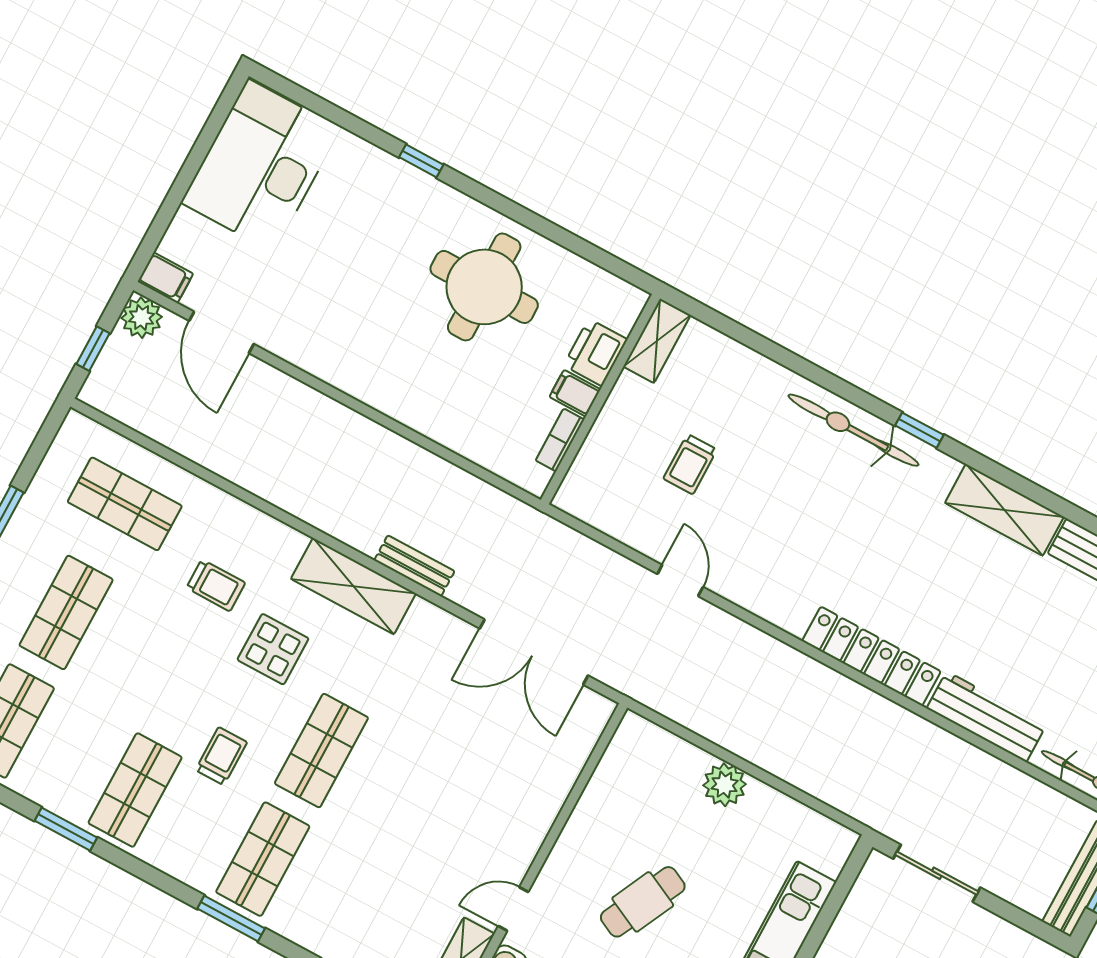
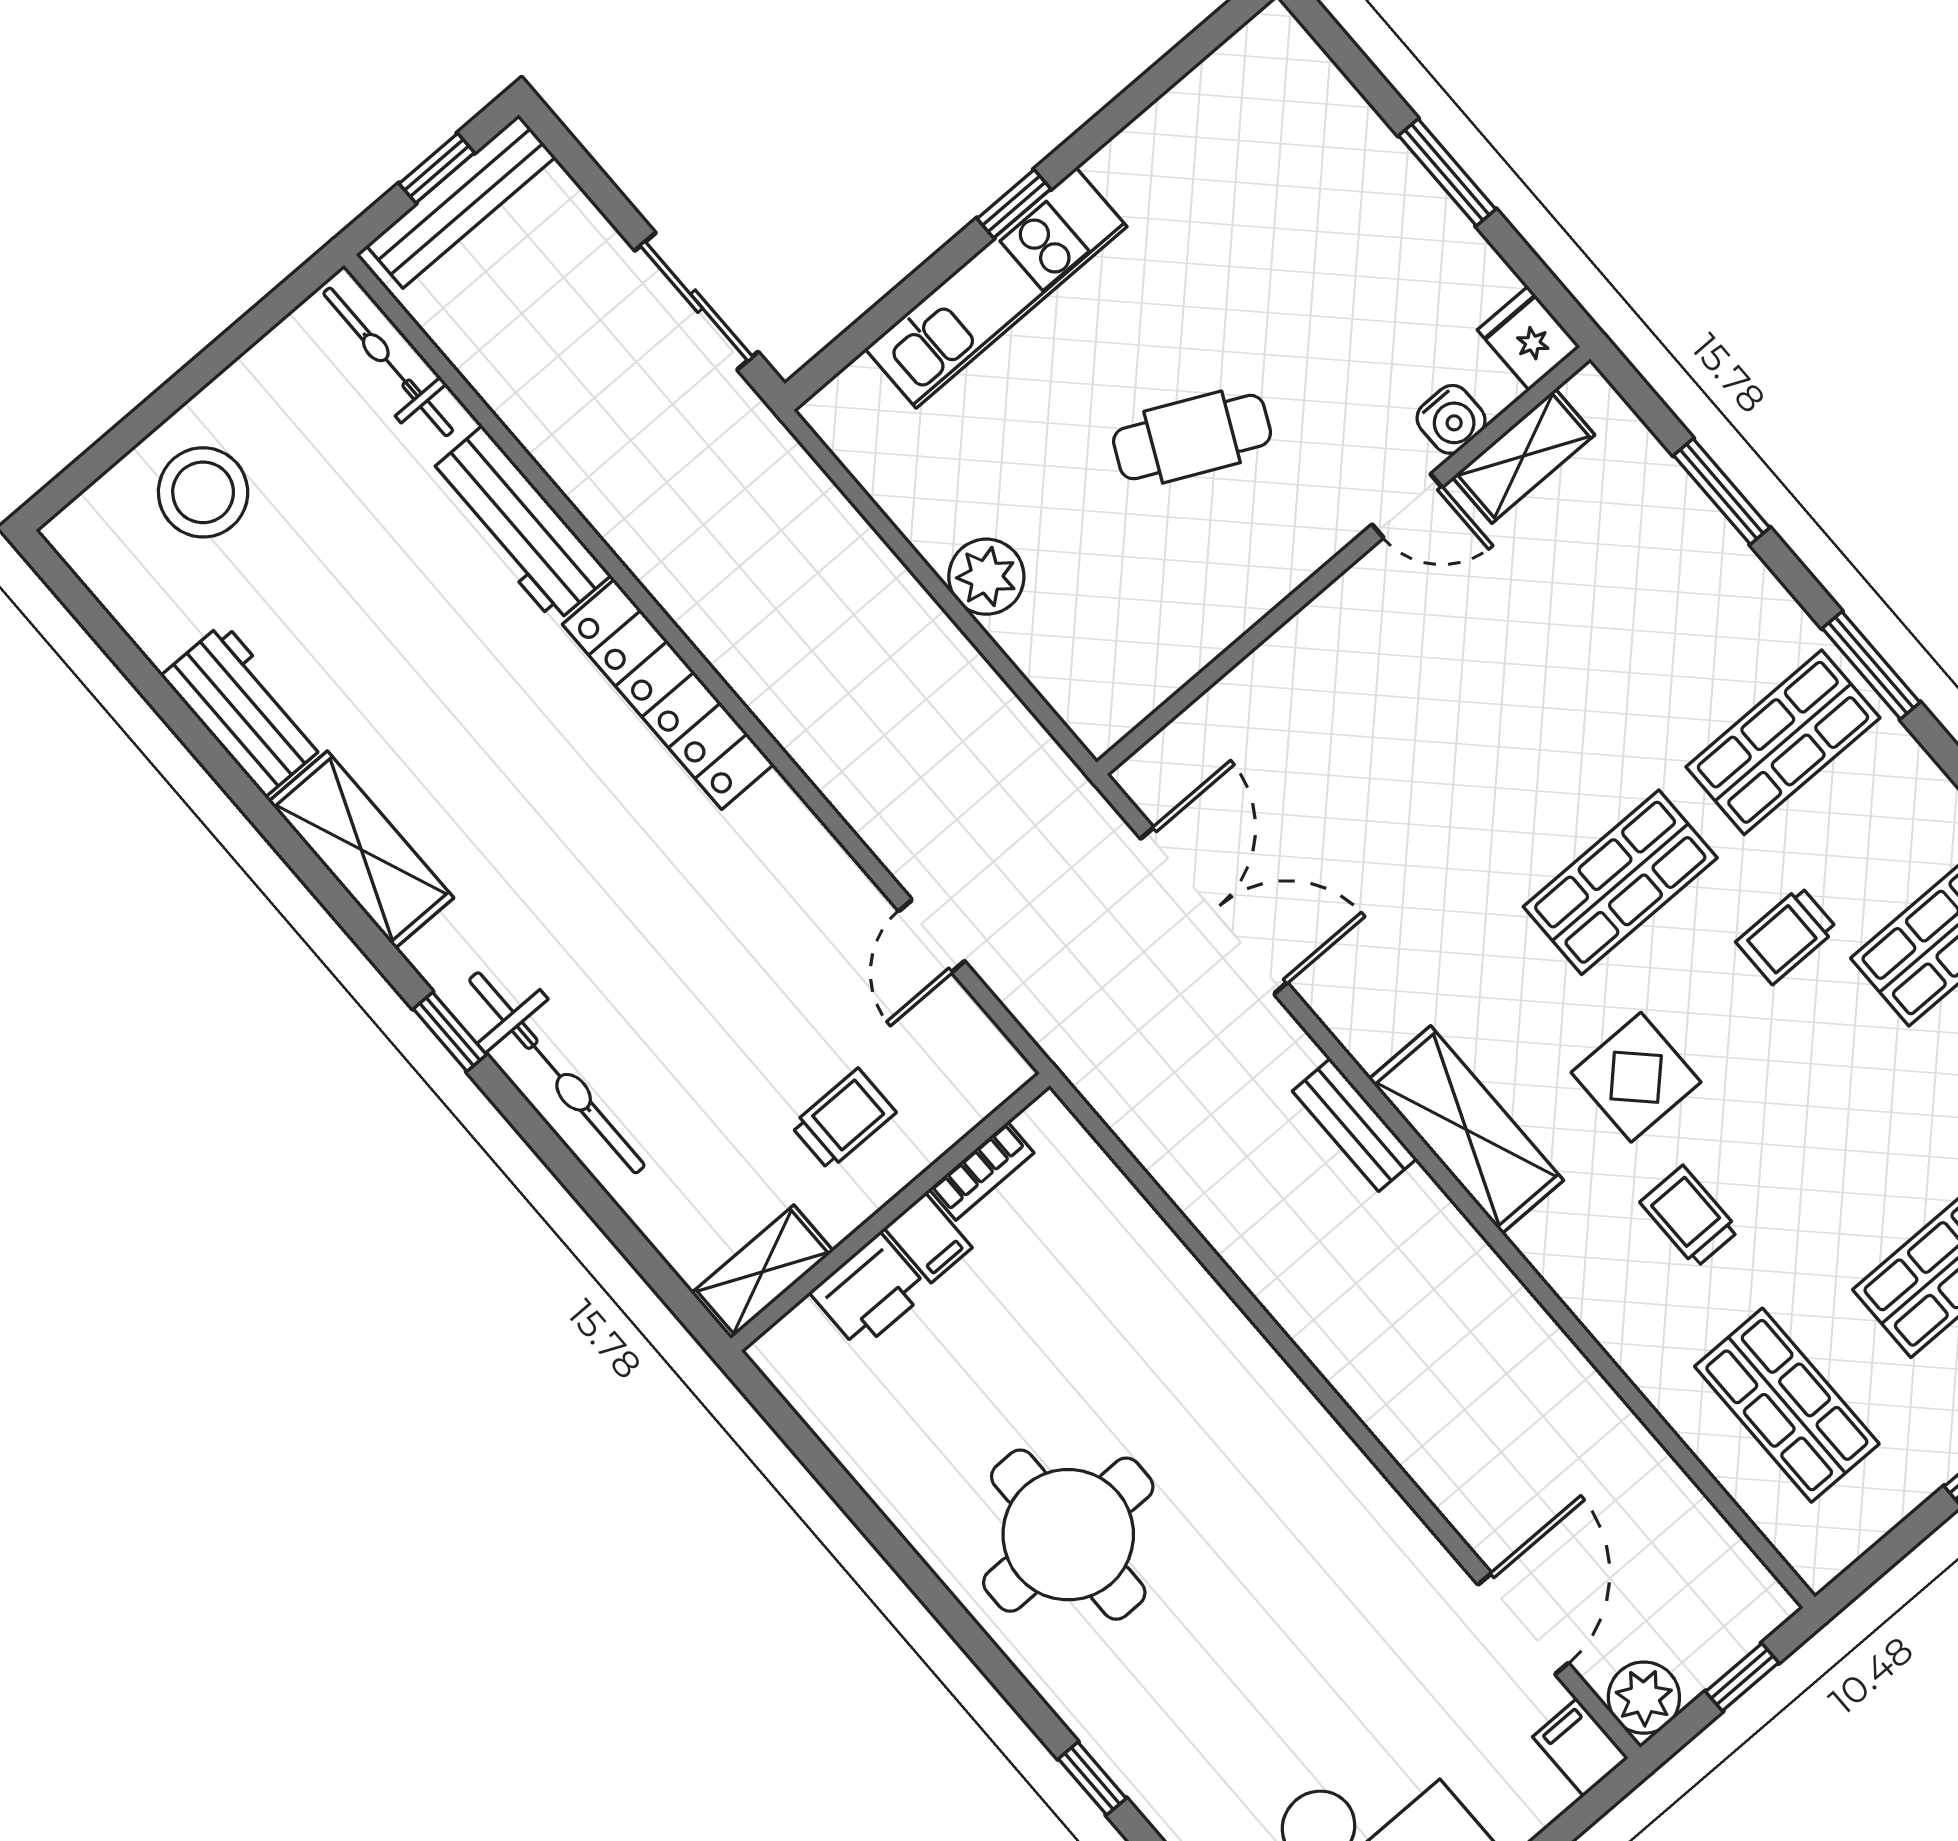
shelving: (657, 341) -> (762, 1272), moved
printer: (595, 352) -> (870, 1291), moved
filing cabinet: (575, 393) -> (928, 1238), moved
wall: (600, 399) -> (890, 1212), moved
bookcase: (560, 440) -> (982, 1171), moved

